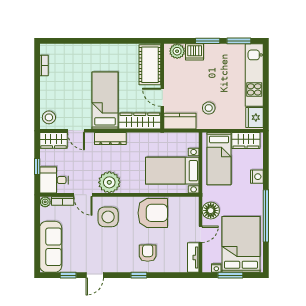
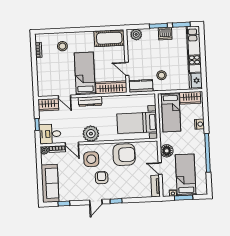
dishwasher: (195, 52) -> (165, 34), moved
cot: (150, 65) -> (109, 38), moved, turned 90
stool: (49, 117) -> (62, 46), moved
door: (201, 234) -> (160, 169), swing flipped
bed: (241, 244) -> (186, 175), width x0.67
armchair: (148, 253) -> (102, 178), moved
door: (95, 275) -> (96, 202), moved

